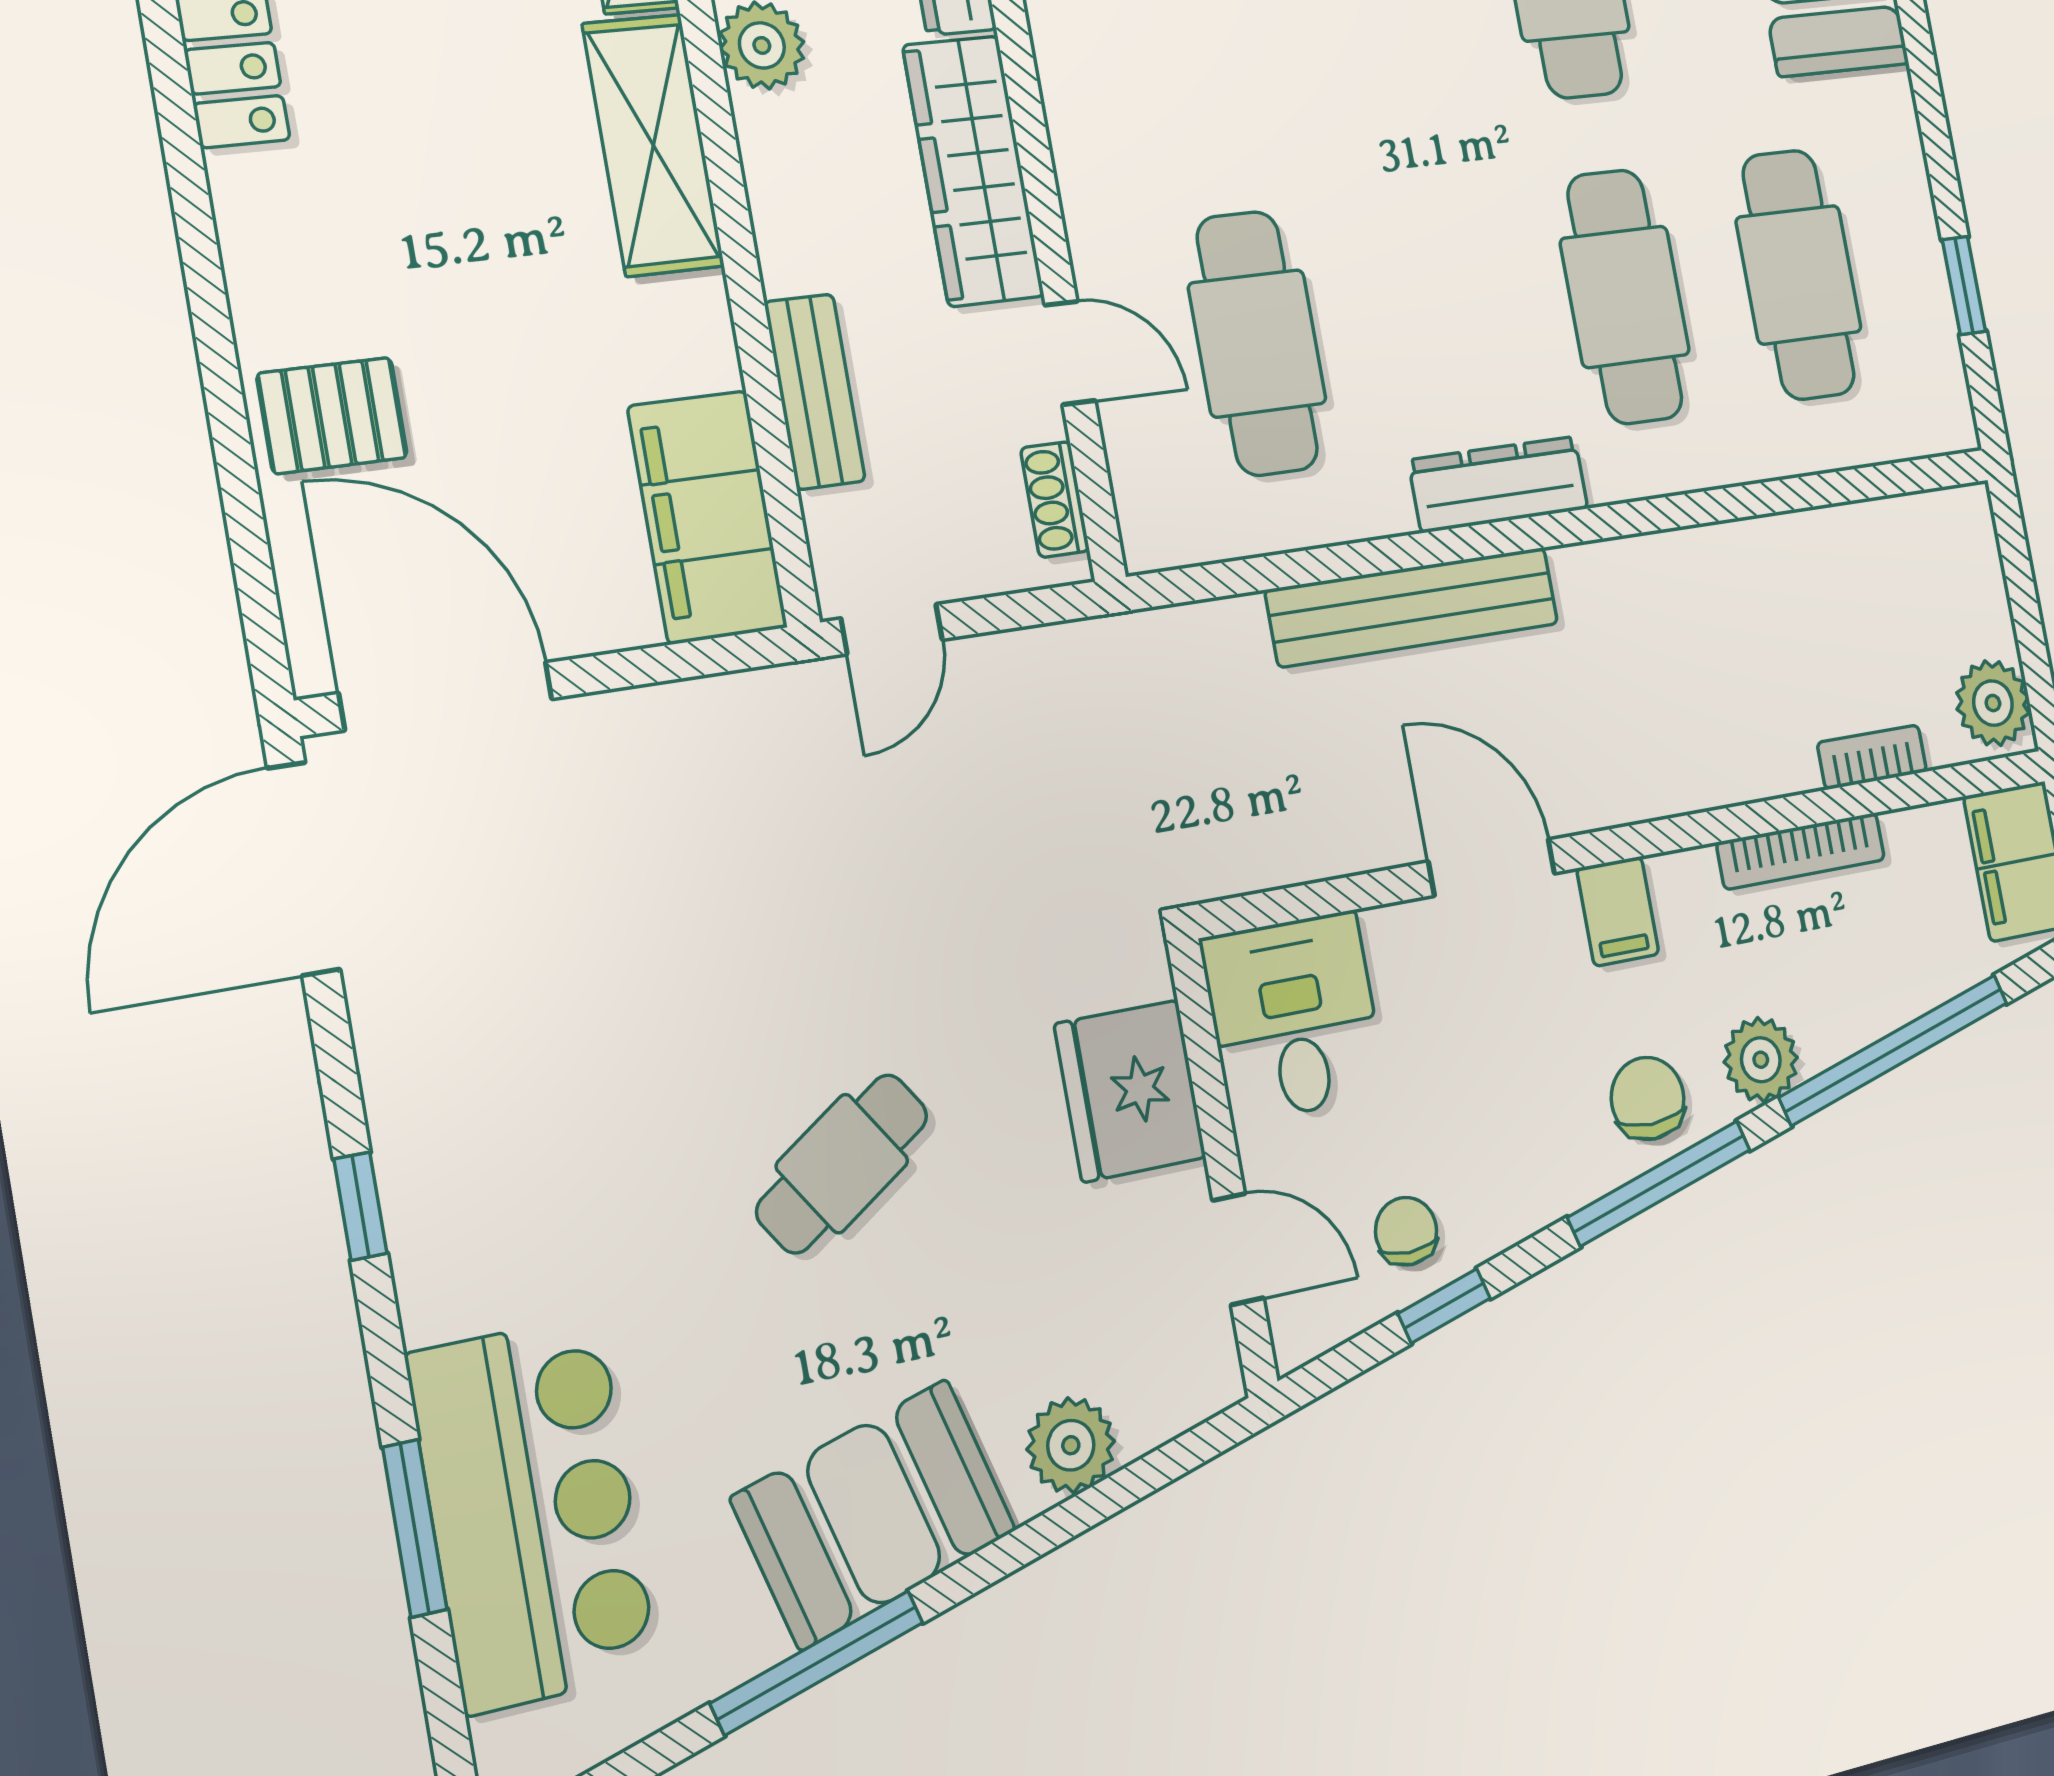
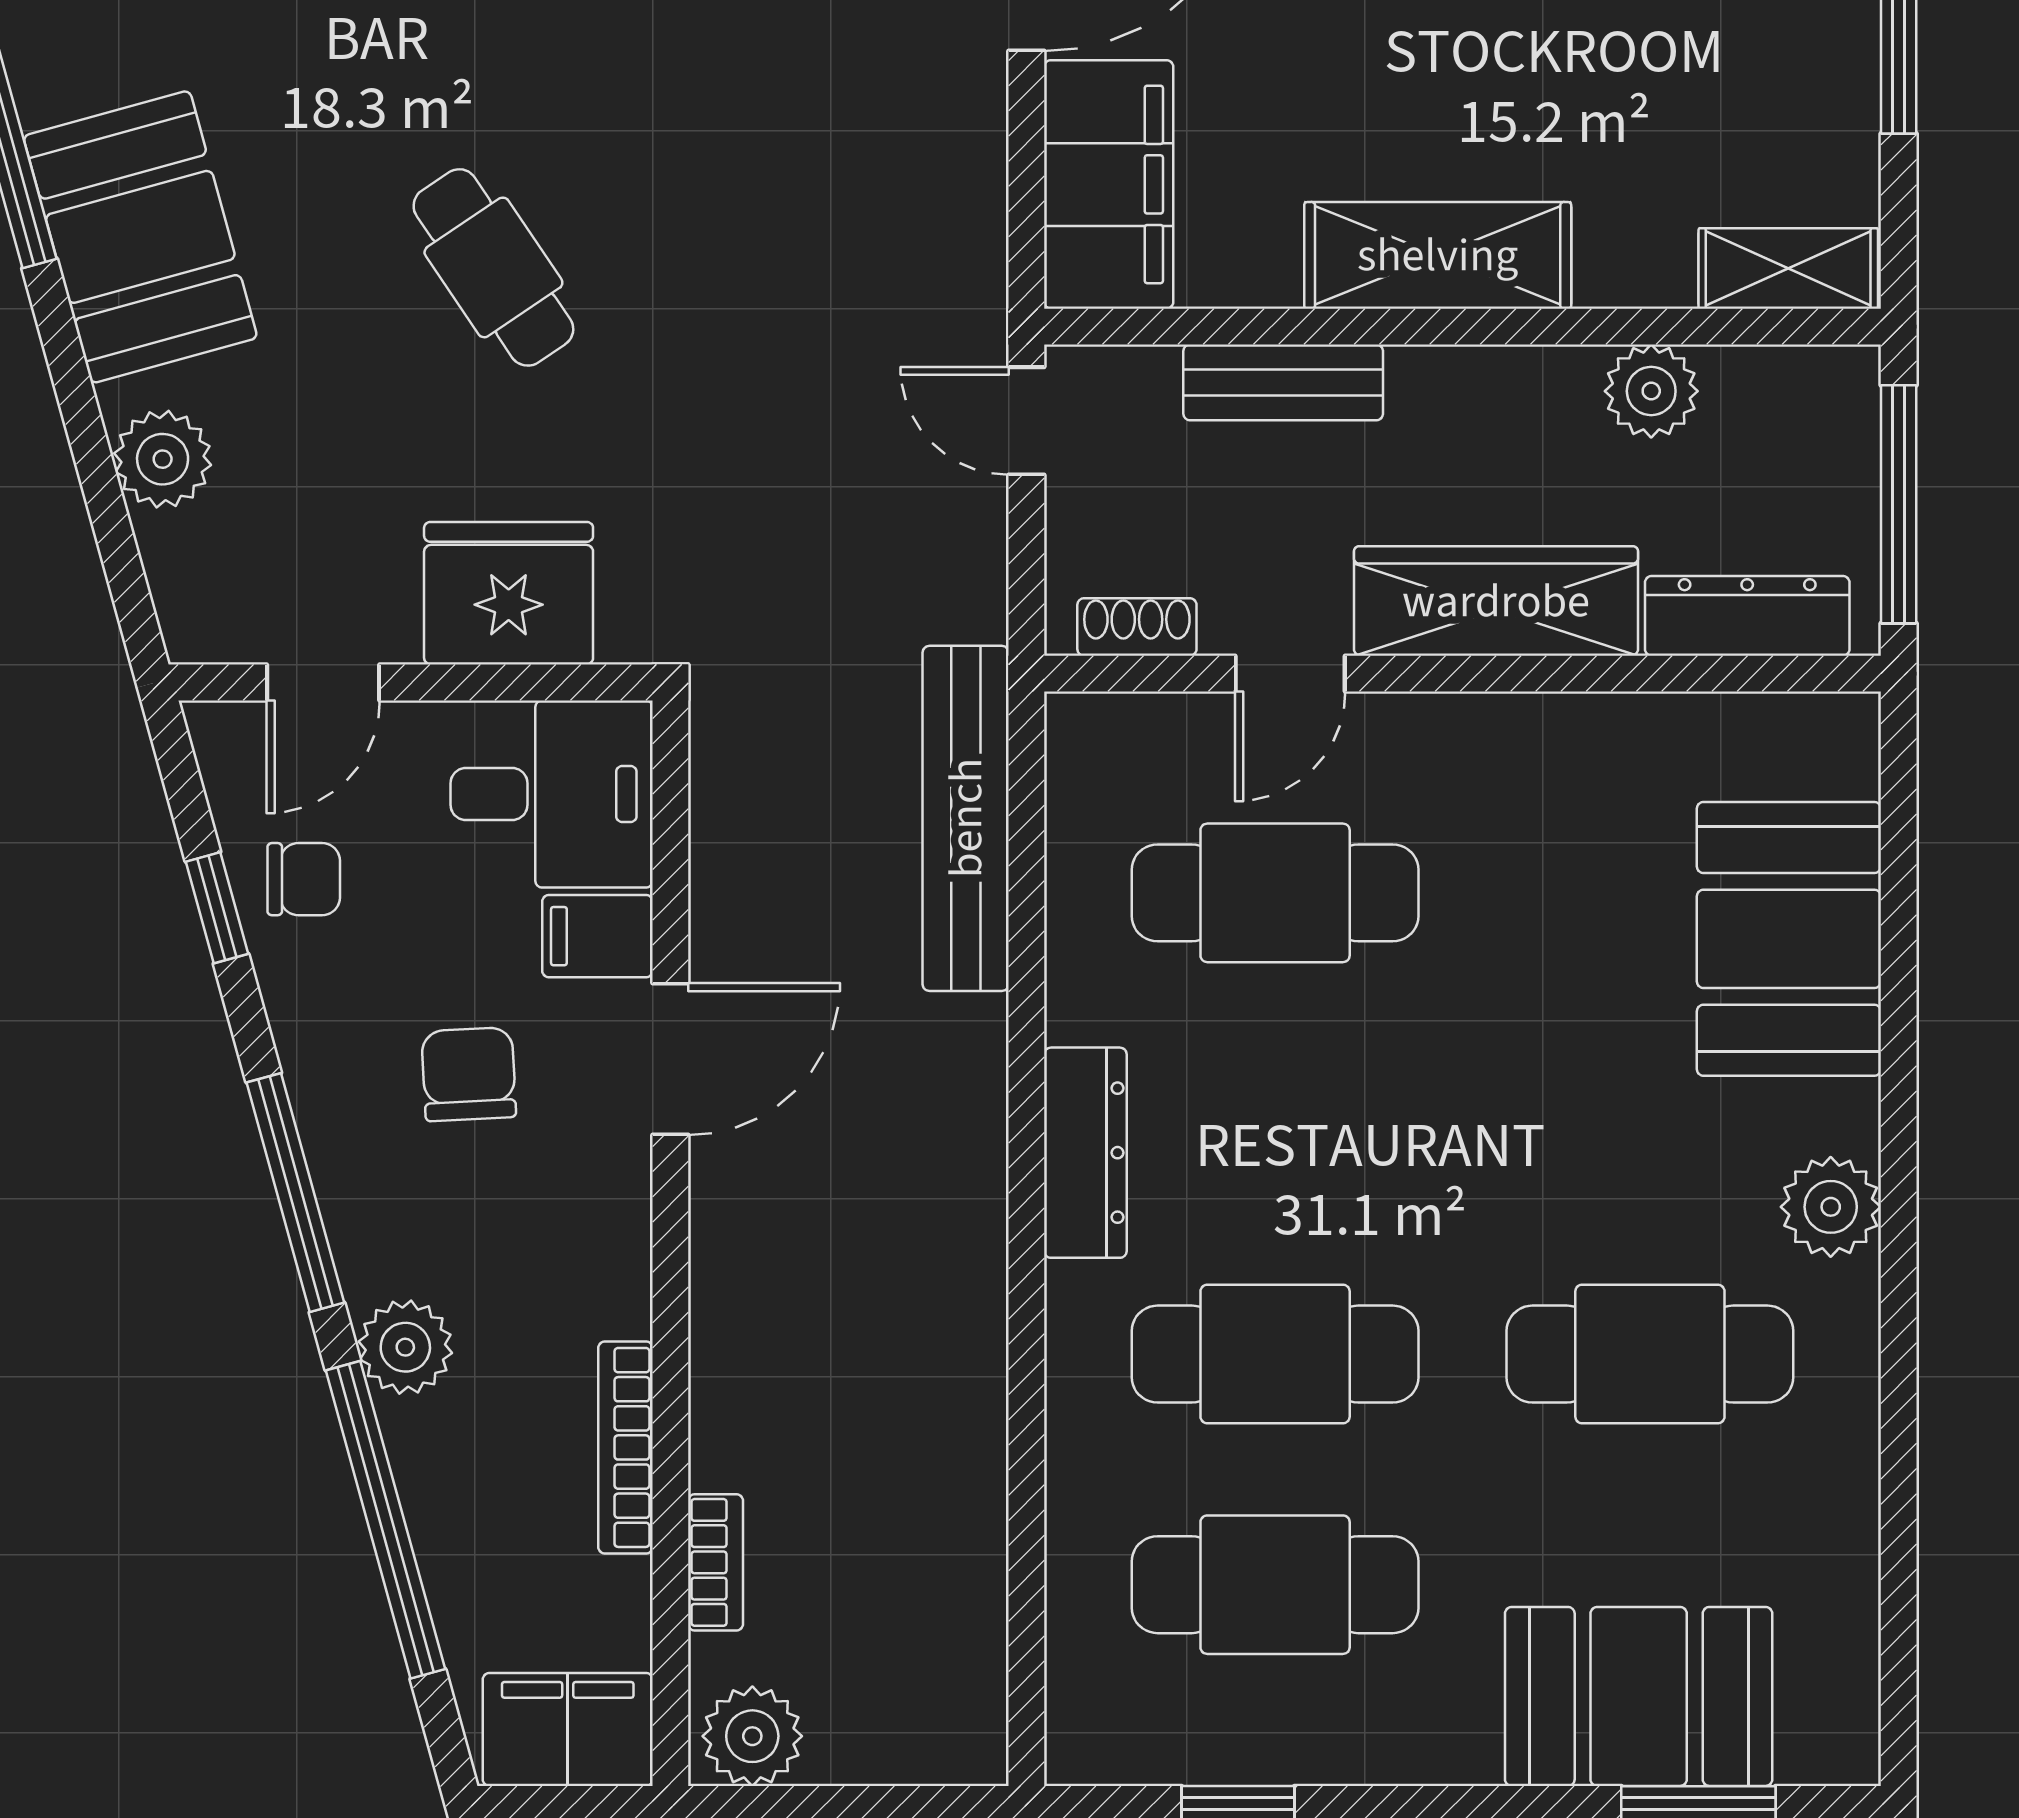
shelving: (653, 145) -> (1438, 255), moved
filing cabinet: (708, 517) -> (1109, 184), moved, turned 90
bench: (1413, 607) -> (966, 818), moved
filing cabinet: (1618, 911) -> (598, 936), moved
chair: (1648, 1098) -> (469, 1074), moved, turned -93

